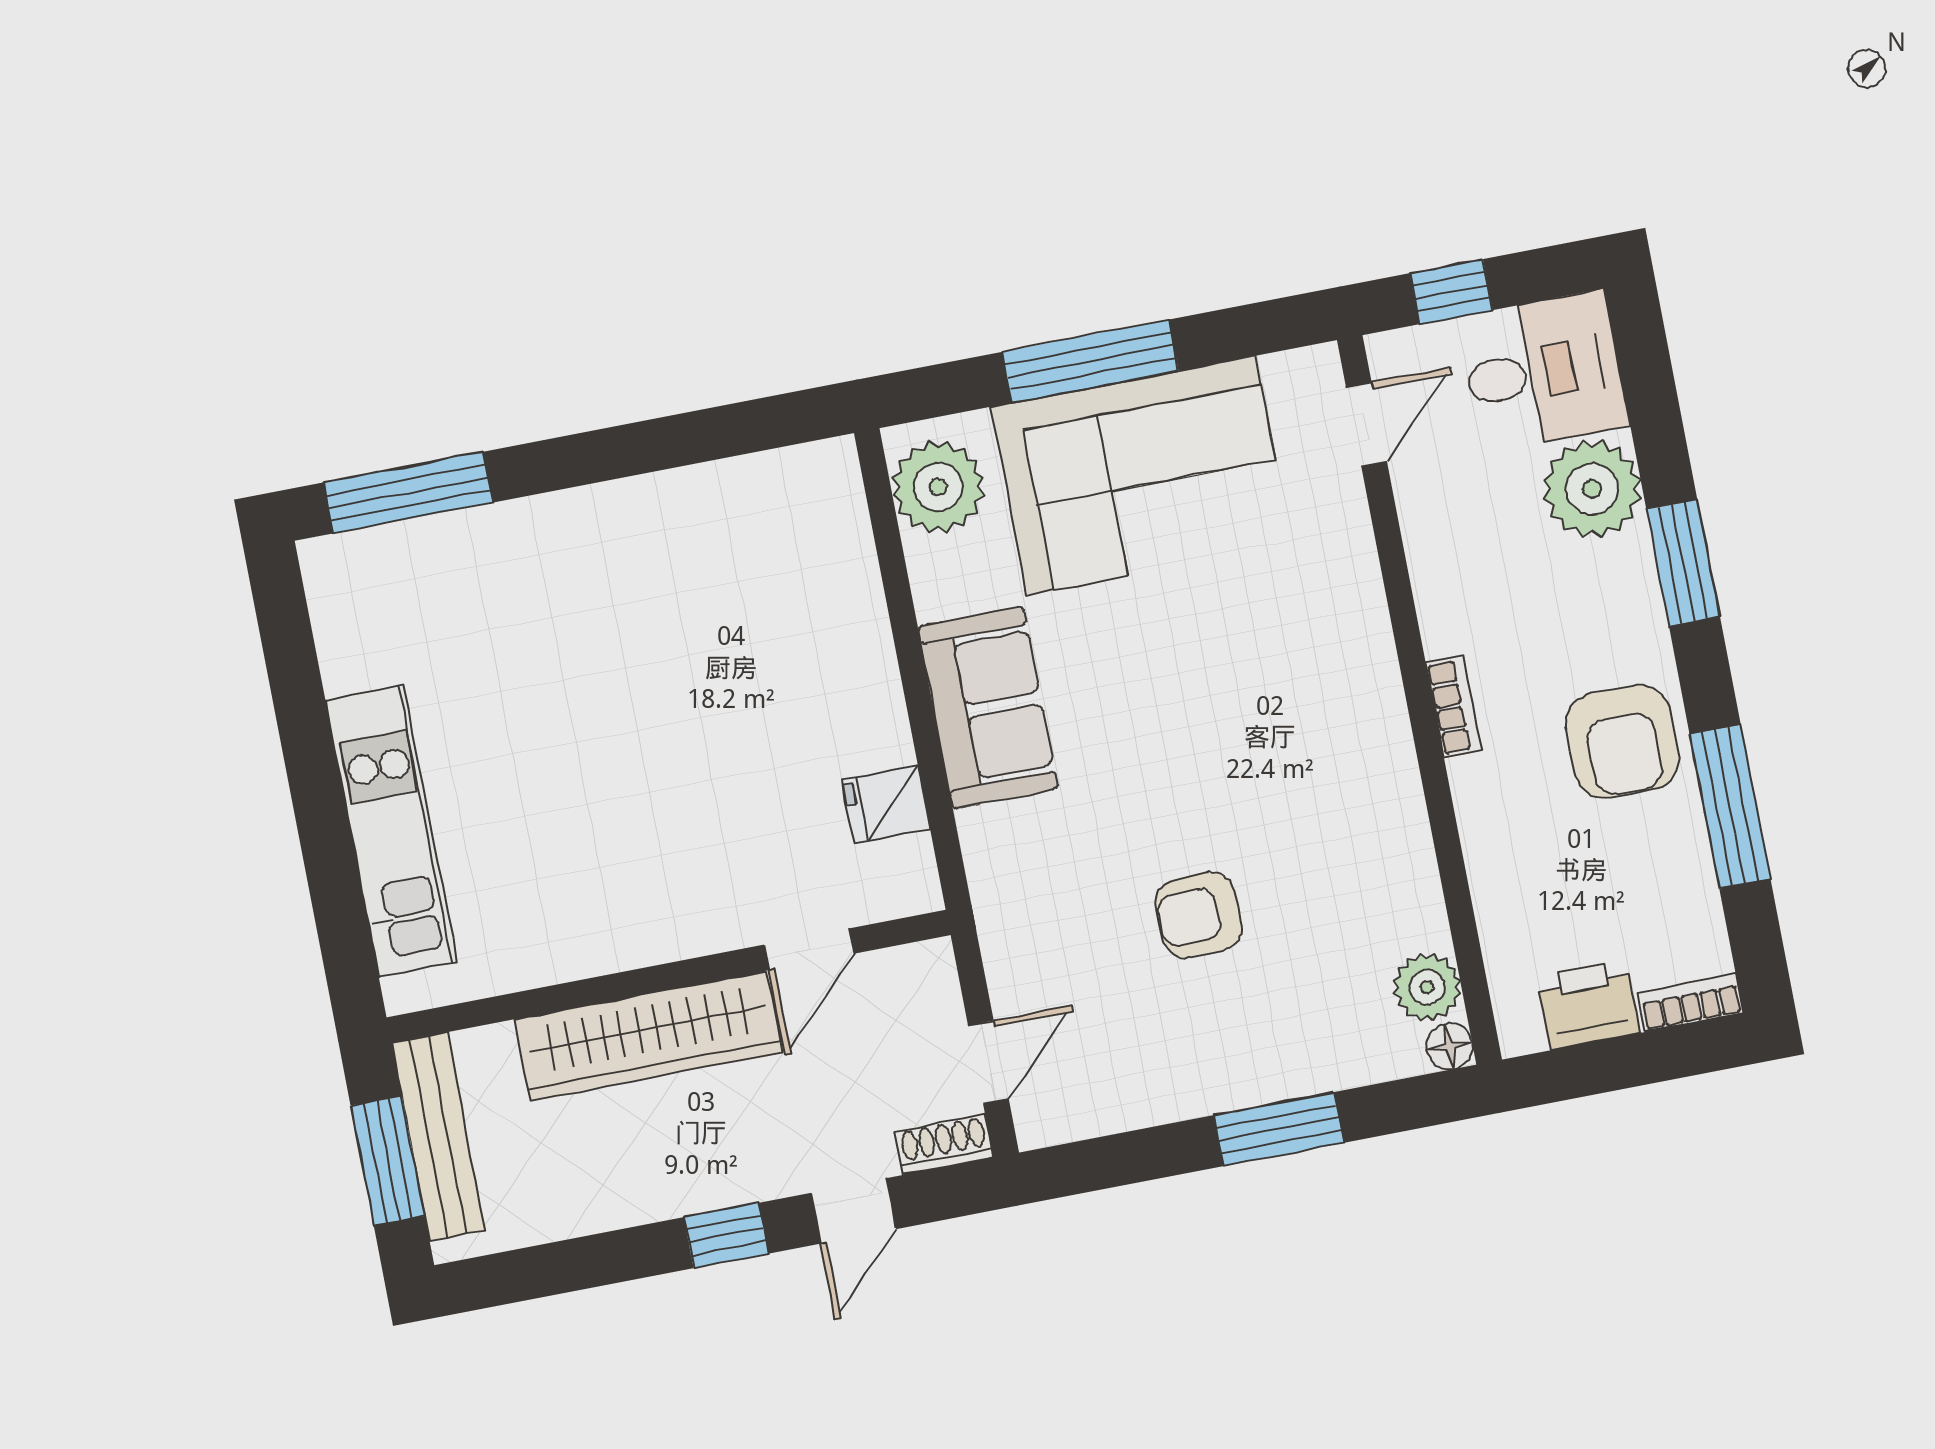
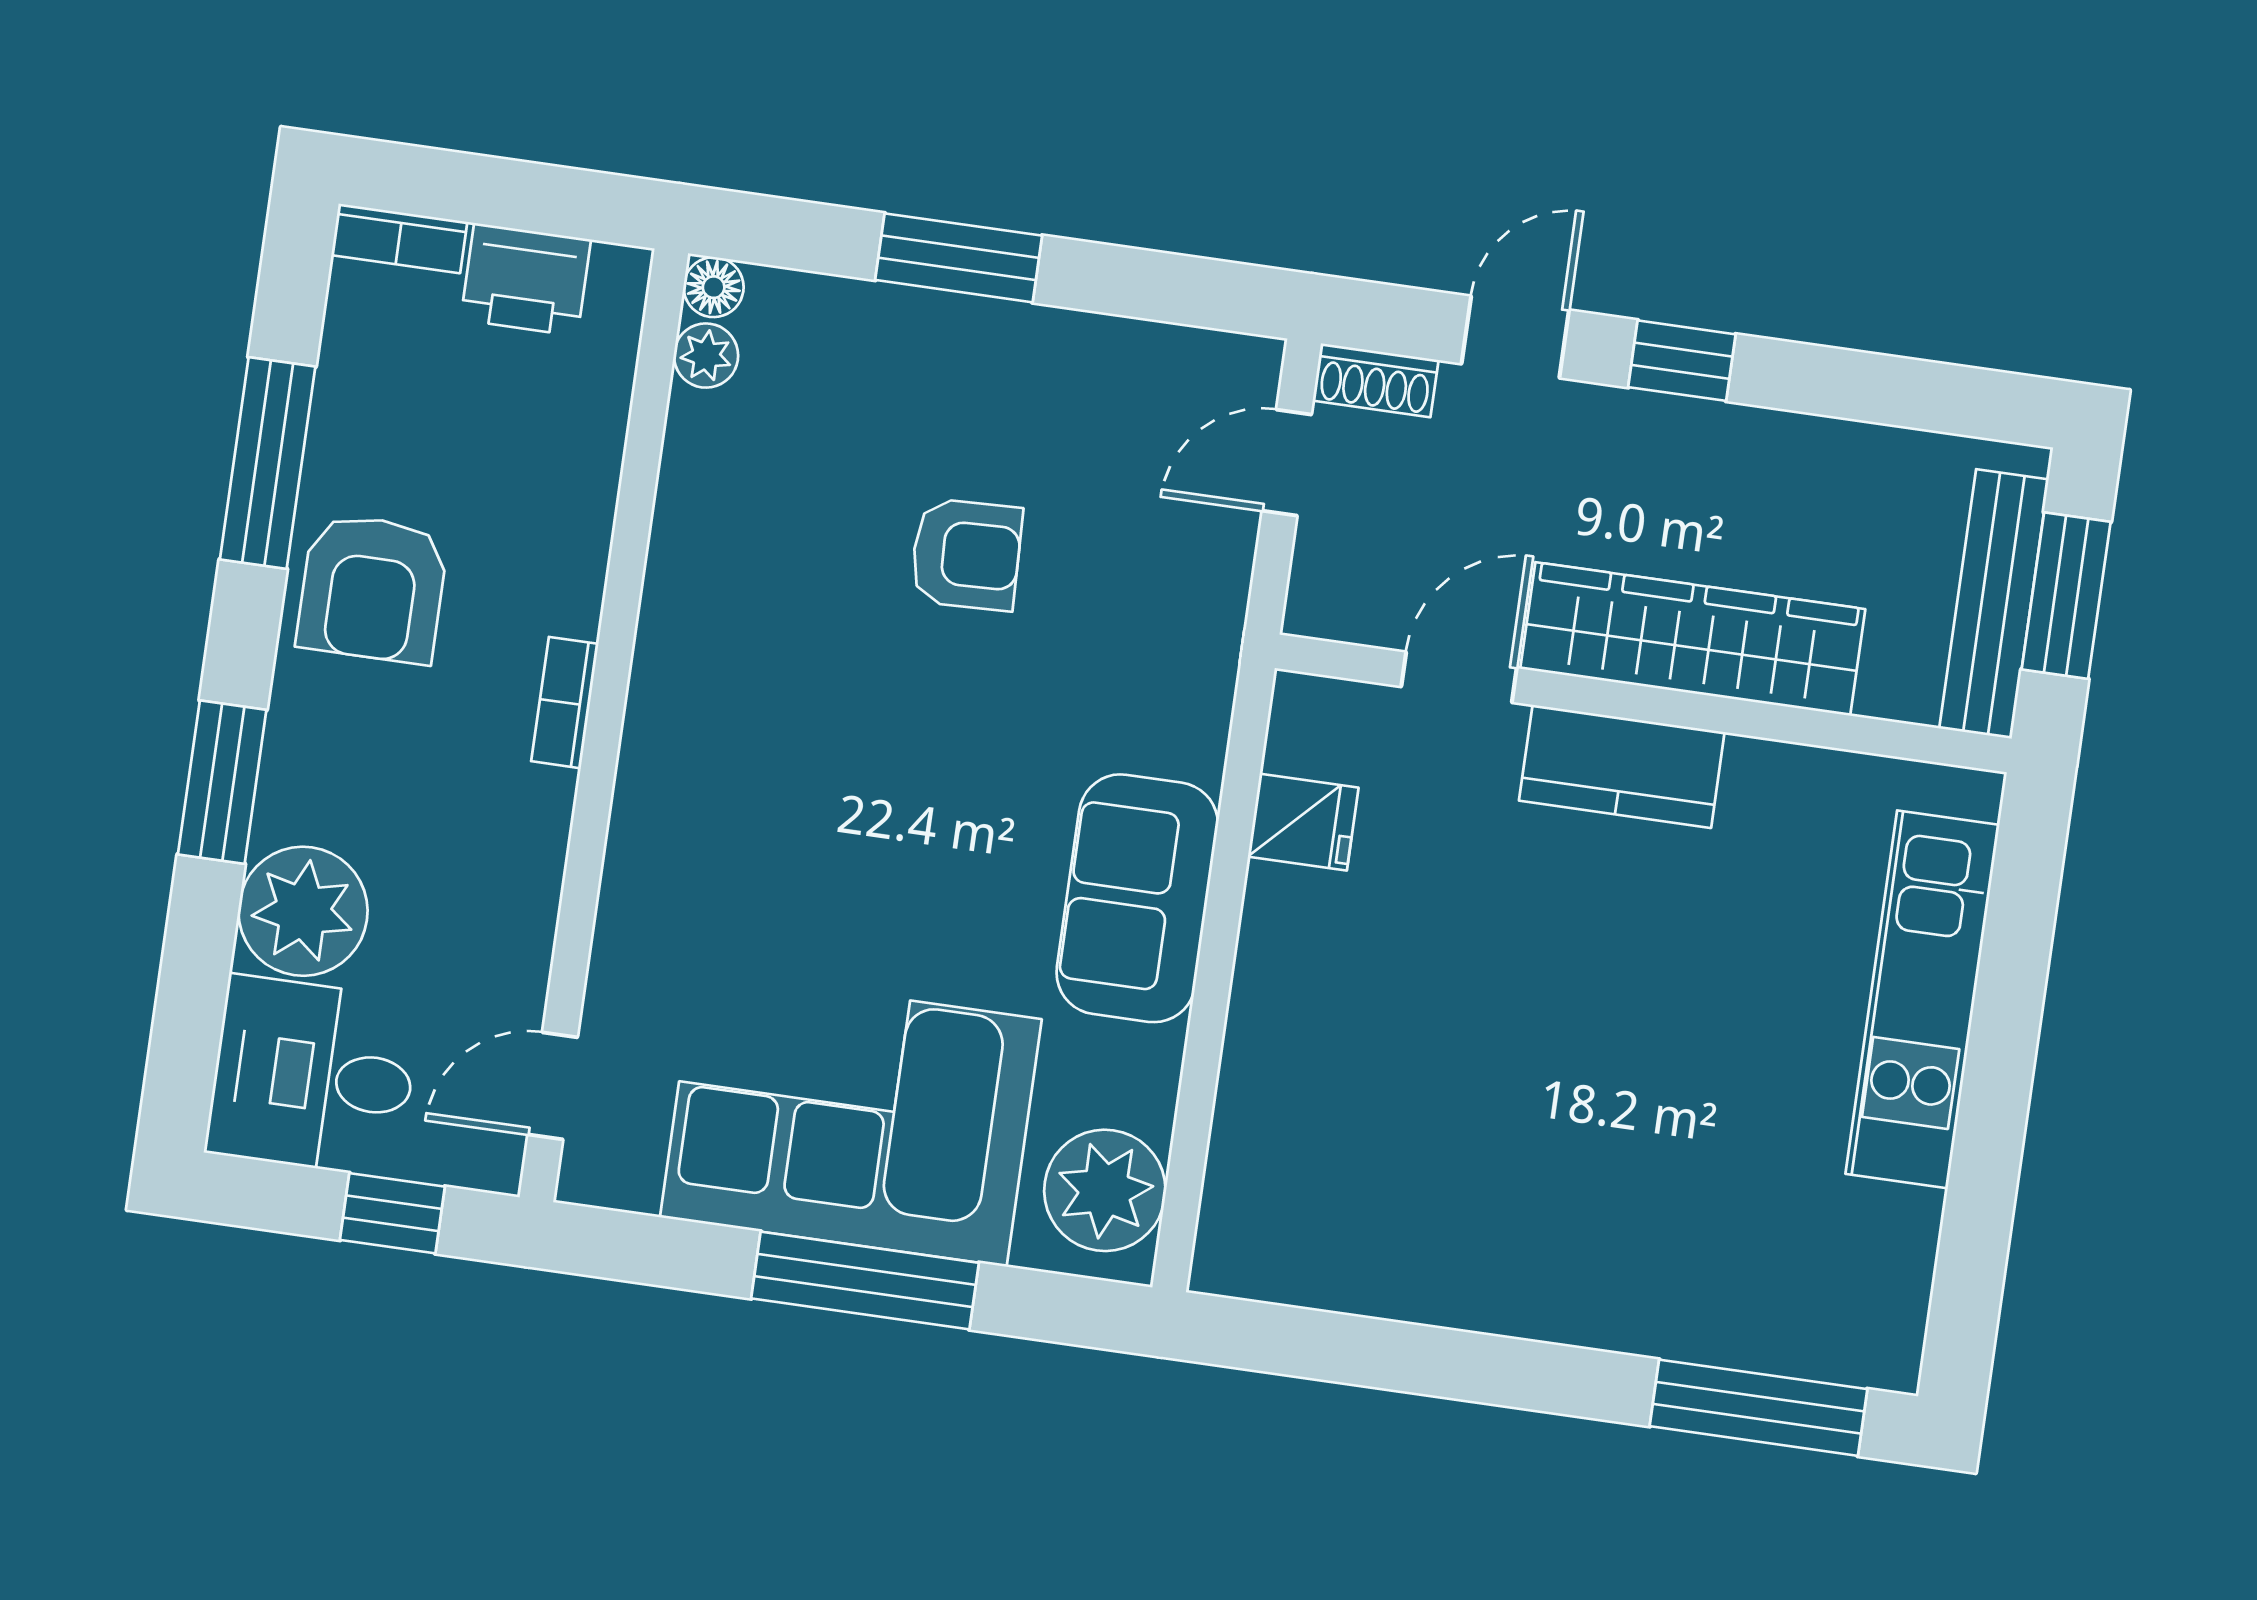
armchair: (1622, 741) -> (372, 588), turned 180
kitchen counter: (668, 925) -> (1622, 766), added
plant: (1427, 987) -> (706, 356), width x0.73, depth x0.73

